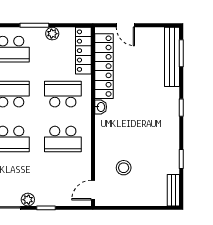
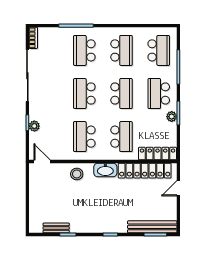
plant: (52, 34) -> (172, 117), moved
washbasin: (101, 107) -> (105, 170), width x1.91, depth x1.45
stool: (124, 168) -> (77, 174), moved
bench: (173, 190) -> (56, 228), moved
plant: (28, 200) -> (34, 126), moved

